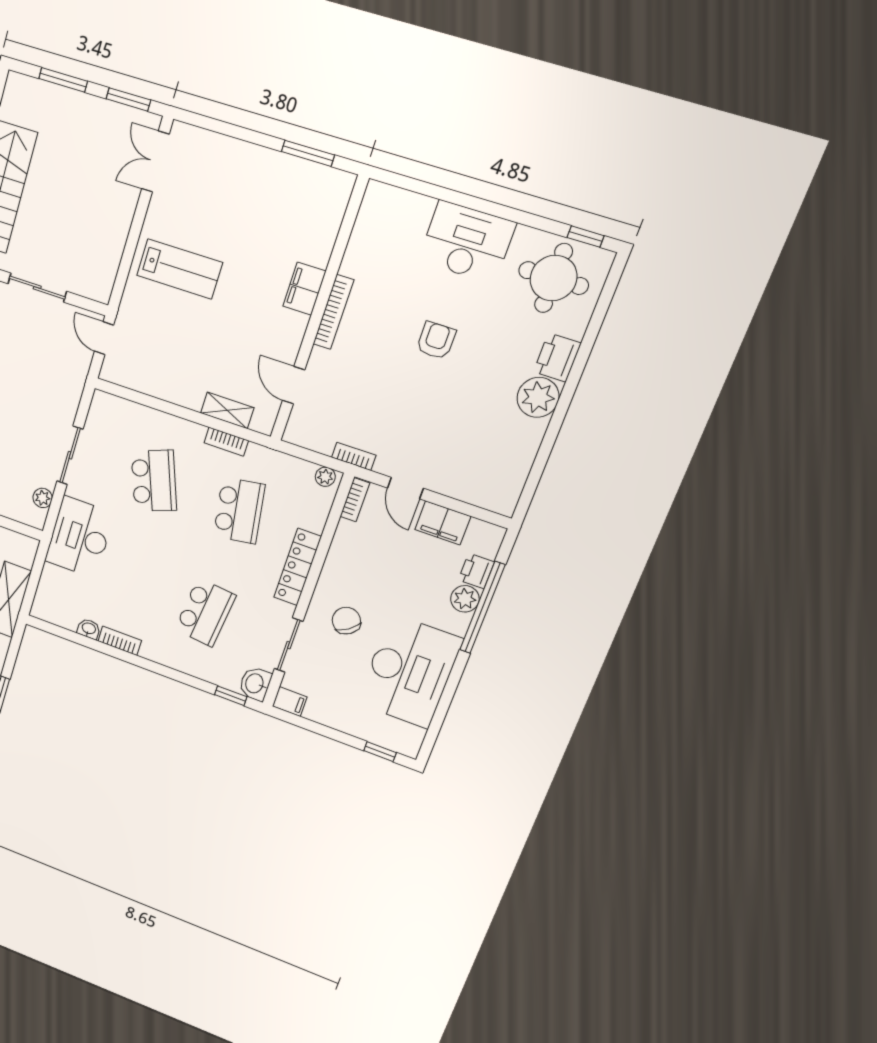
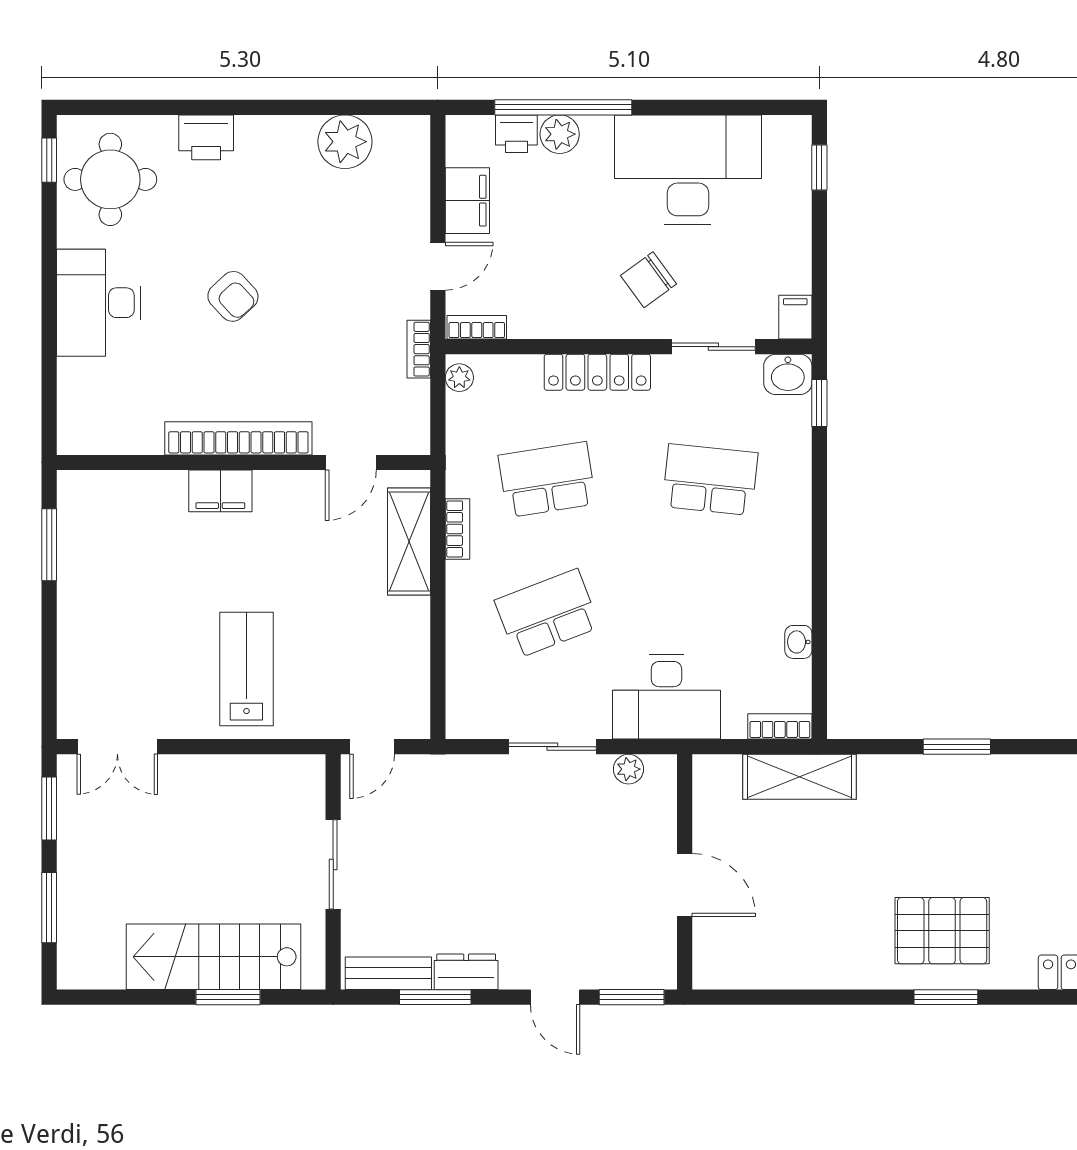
bookcase: (333, 312) -> (238, 438), width x1.48, depth x1.31
armchair: (436, 341) -> (233, 296), turned -133
plant: (538, 397) -> (345, 142), moved
shelving: (227, 410) -> (409, 542), width x1.50, depth x1.33
bookcase: (120, 641) -> (780, 726), moved, turned 90

